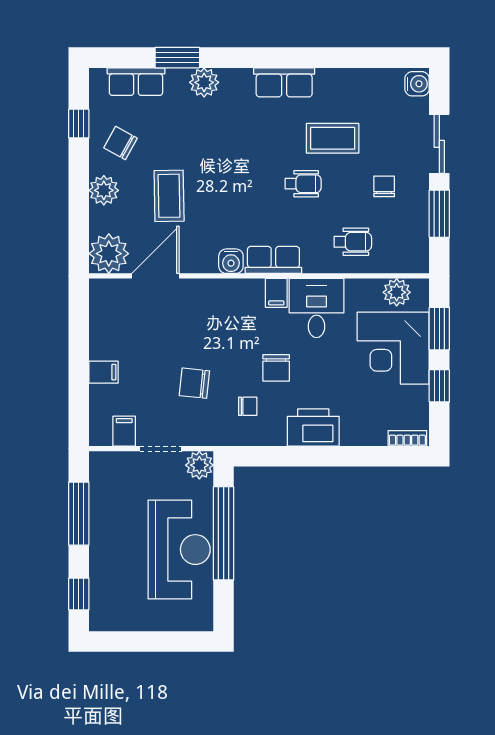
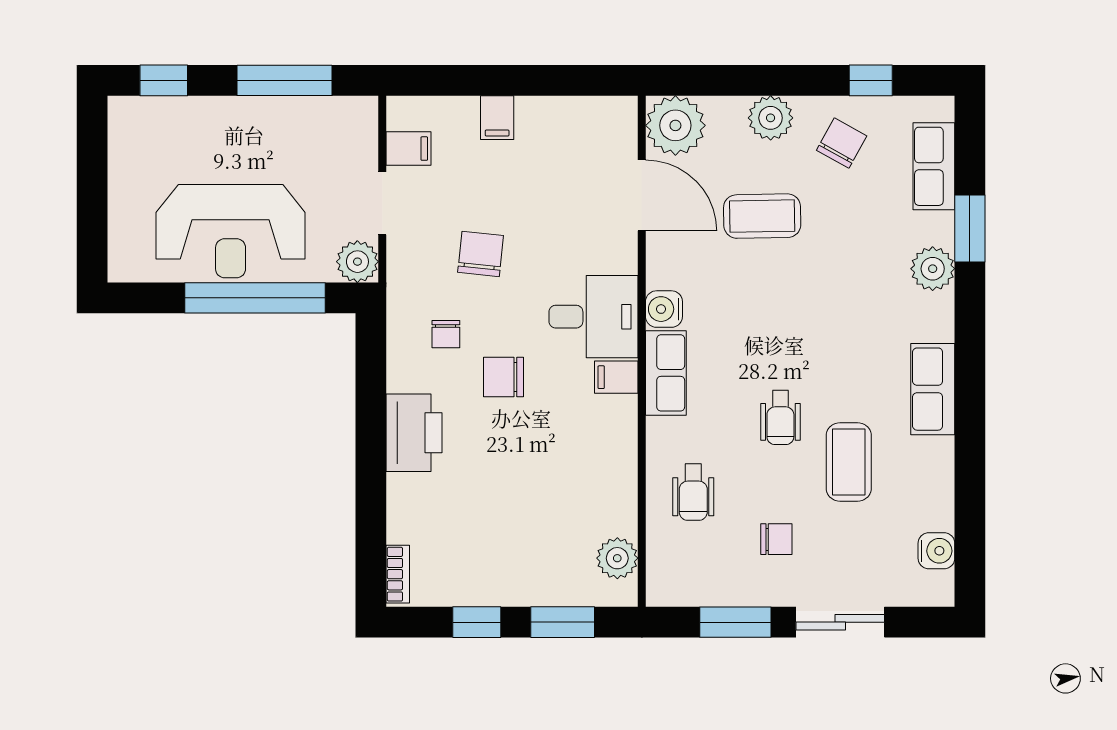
water cooler: (417, 84) -> (936, 551), moved, turned -90
desk: (317, 308) -> (594, 317), moved
corner desk: (393, 348) -> (533, 553), removed

